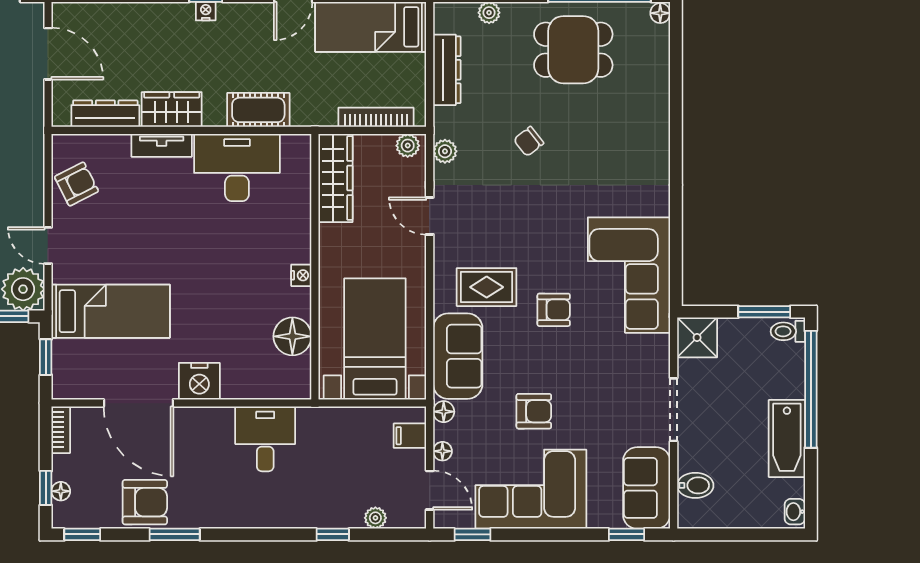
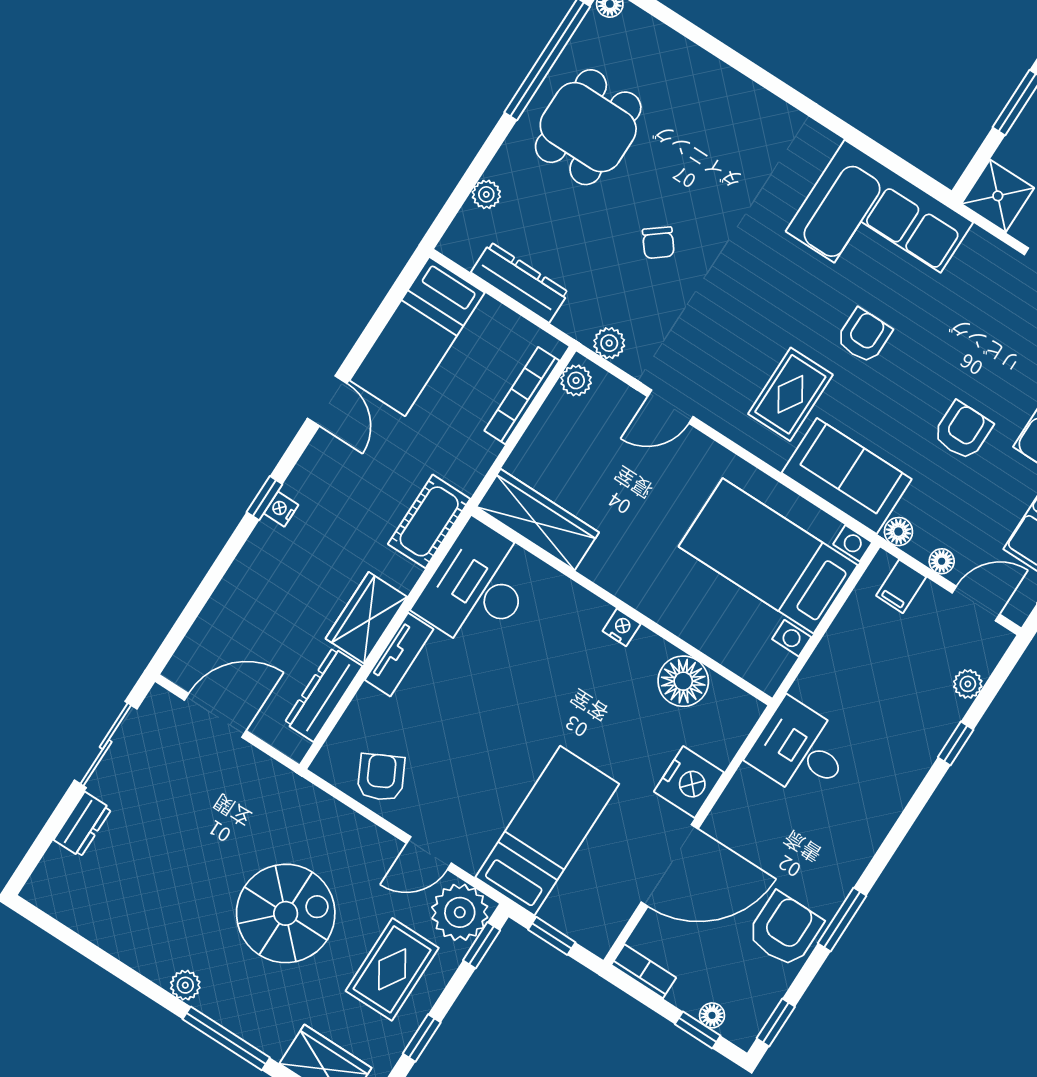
wardrobe: (335, 178) -> (538, 520), moved
wall: (315, 267) -> (622, 606), moved
nightstand: (301, 275) -> (622, 627), moved
floor lamp: (292, 336) -> (683, 681), moved

